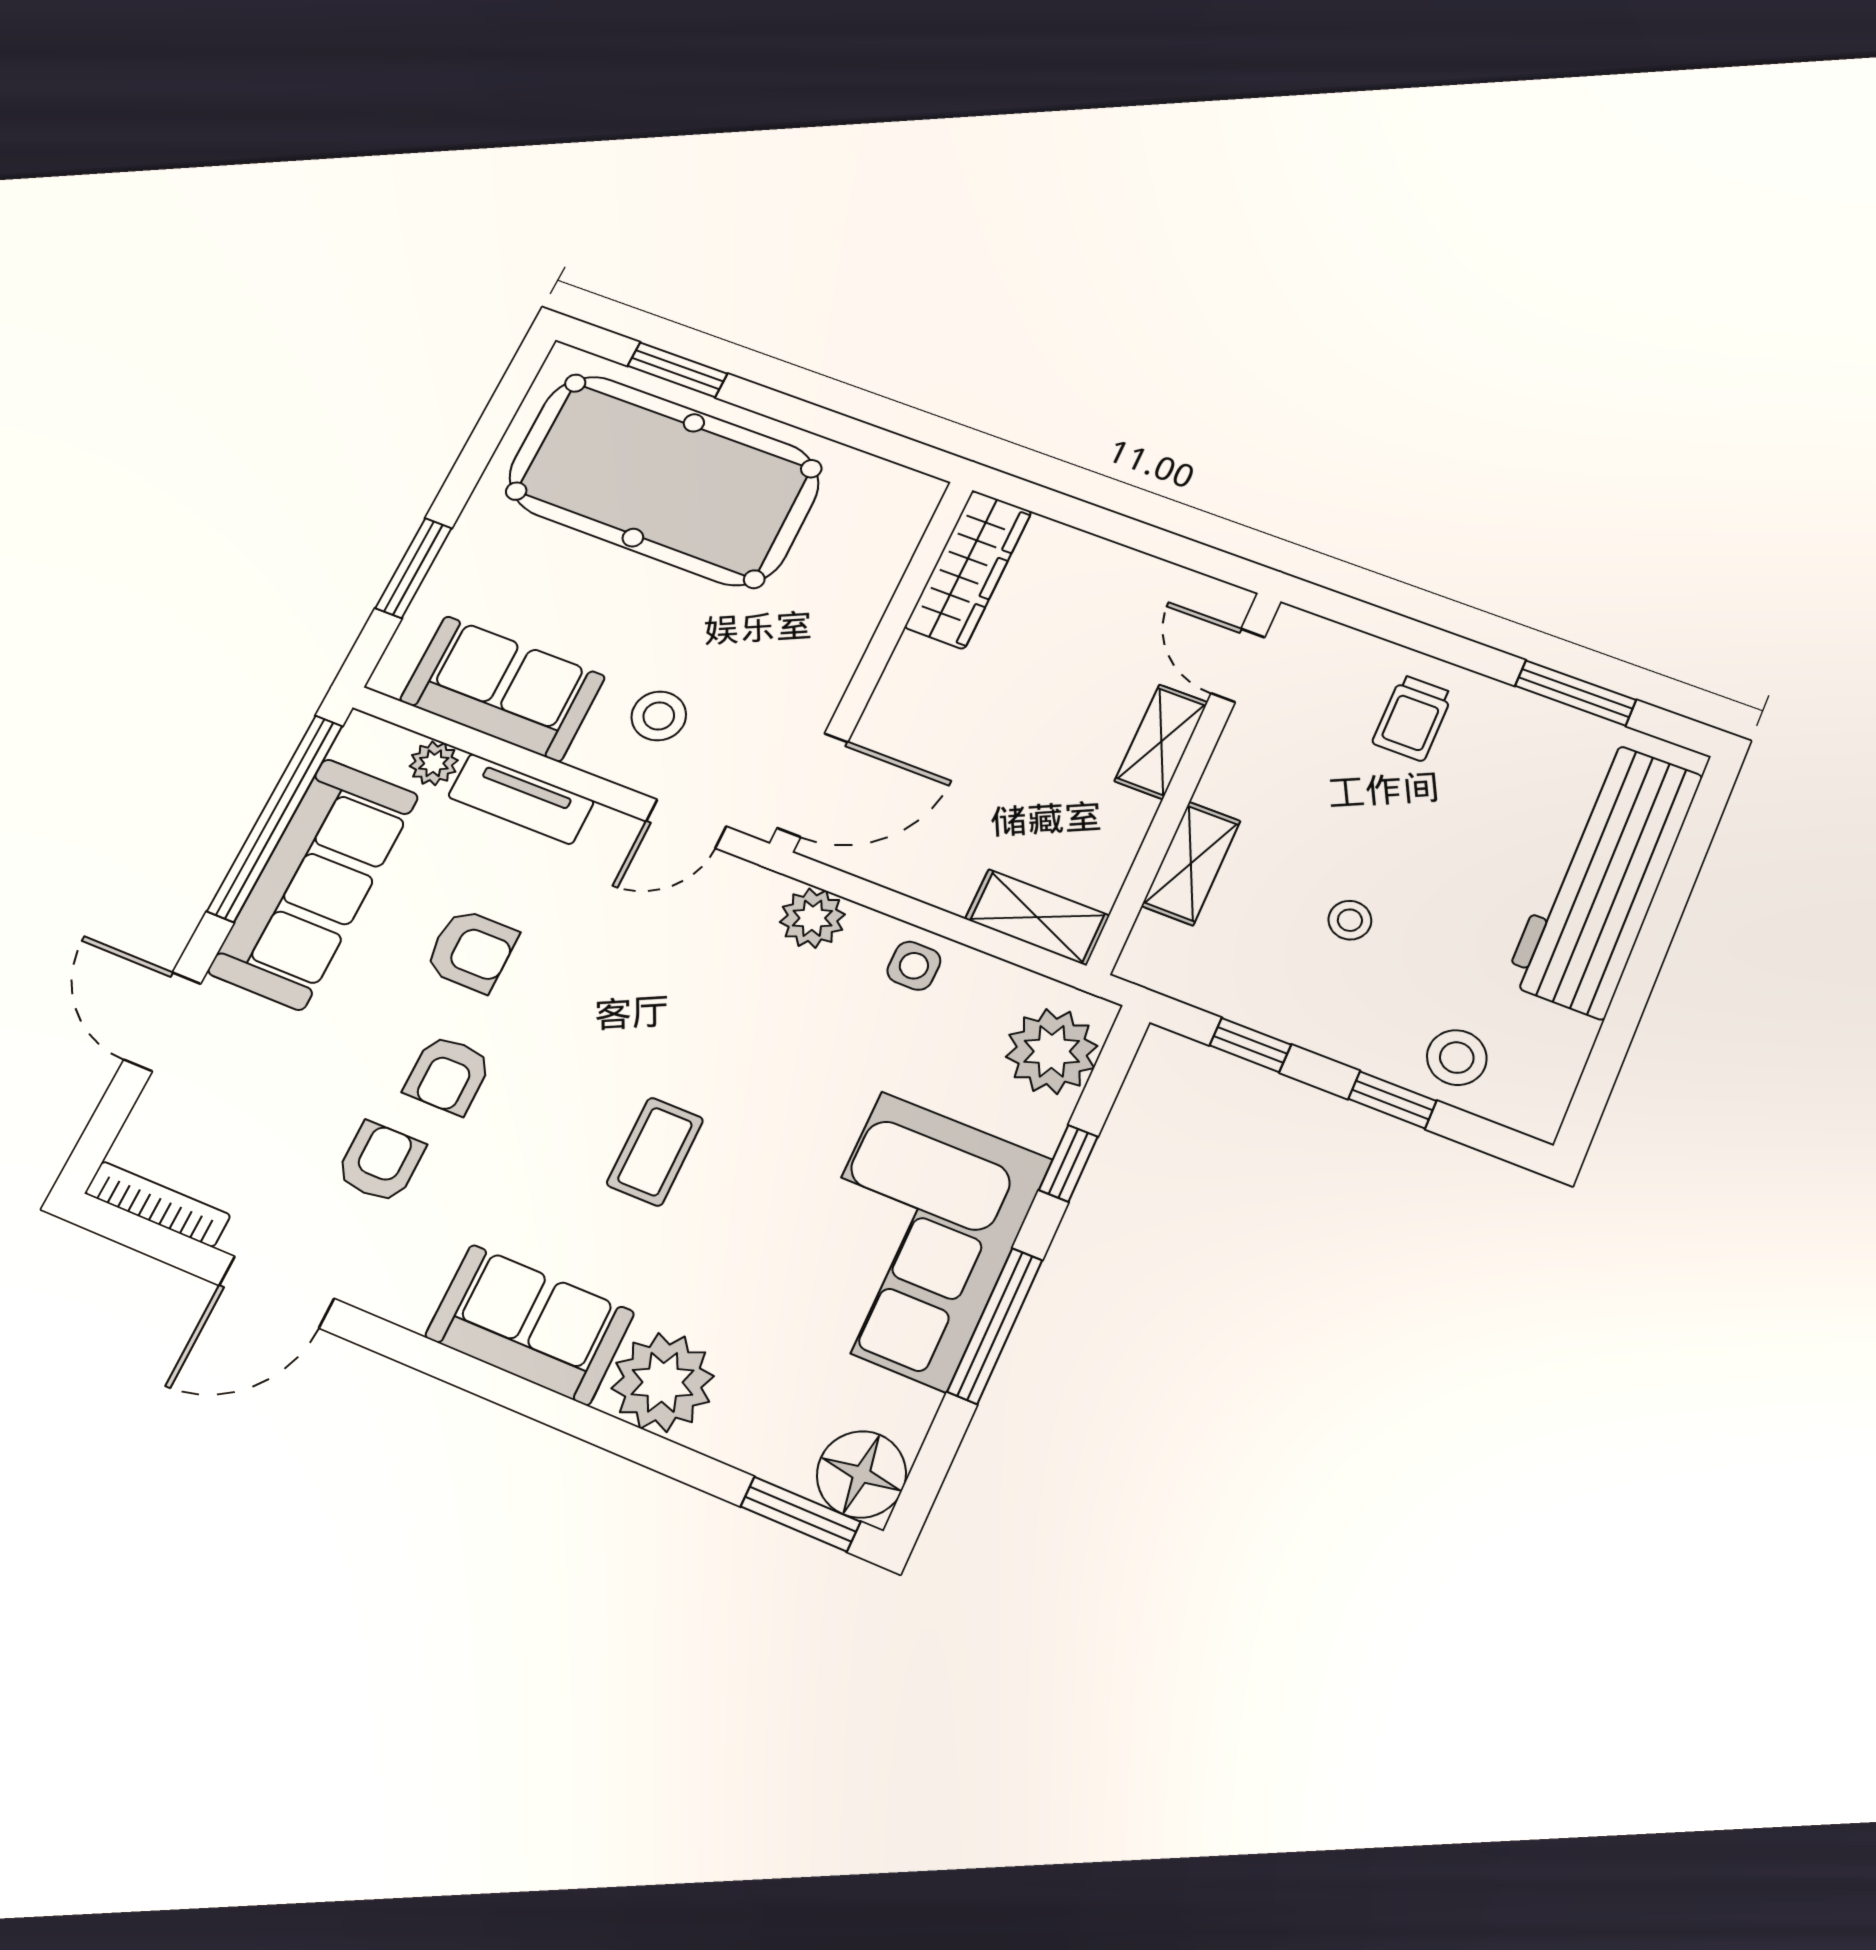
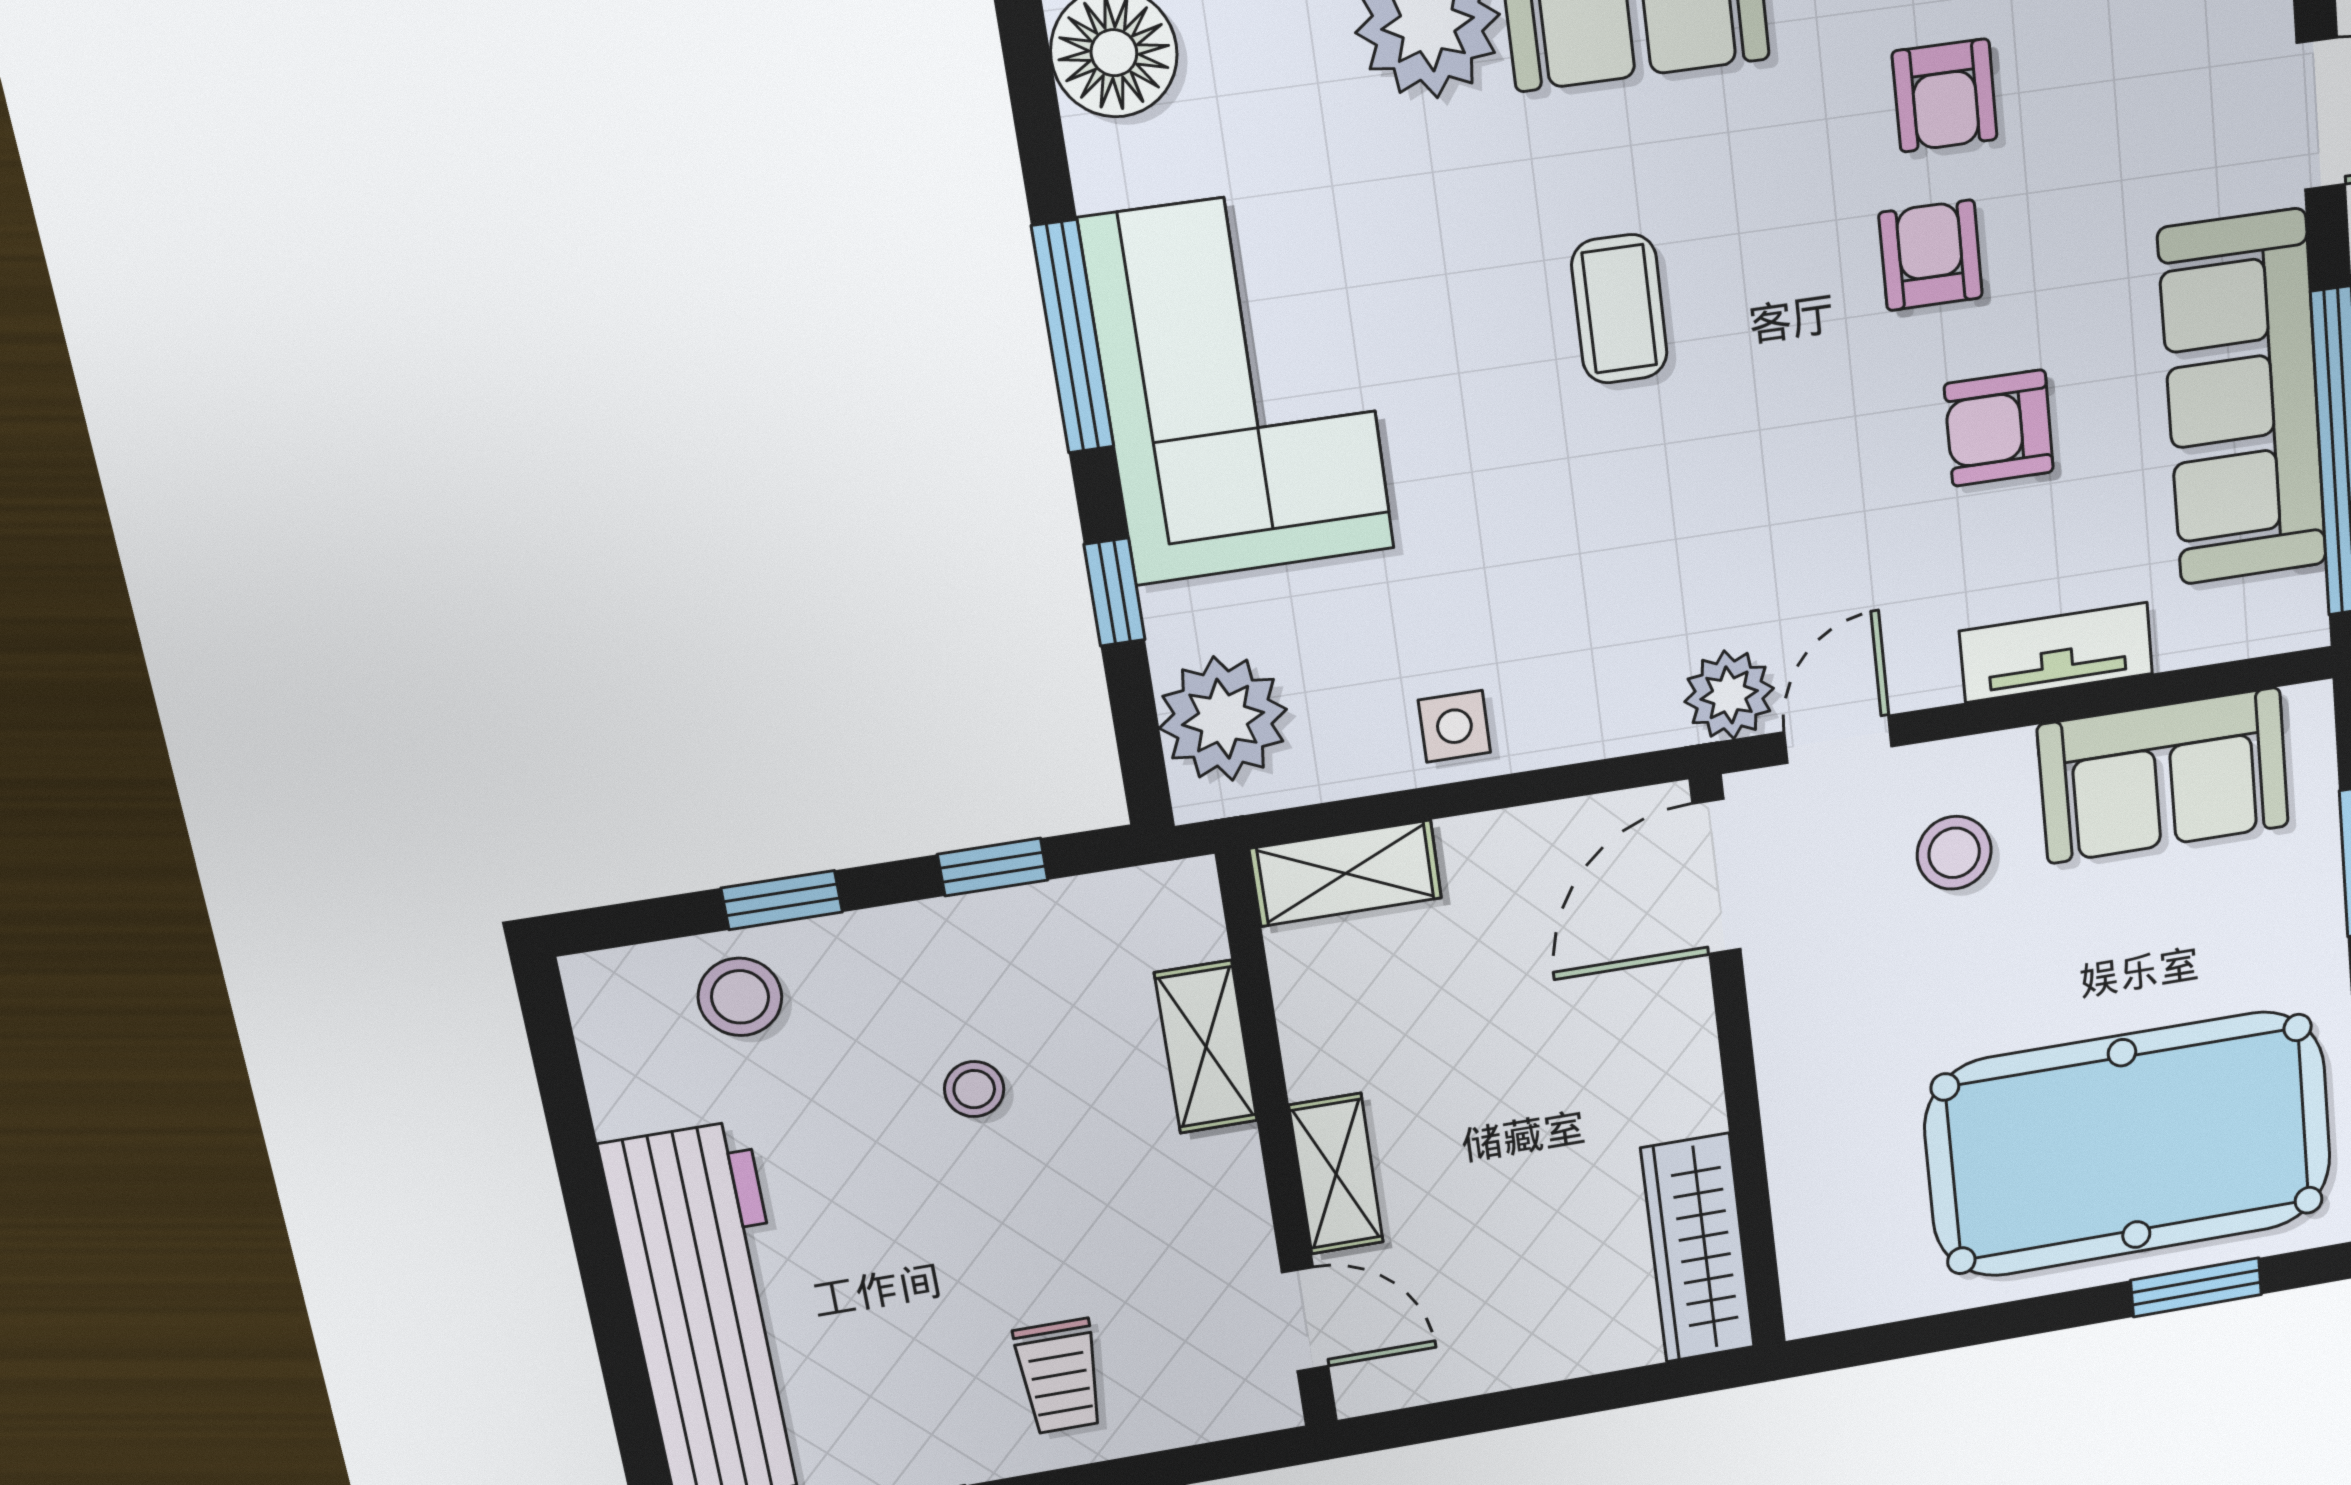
trolley: (1413, 718) -> (1060, 1376), turned 180
plant: (434, 763) -> (2189, 634), removed
plant: (812, 918) -> (1729, 695), moved

